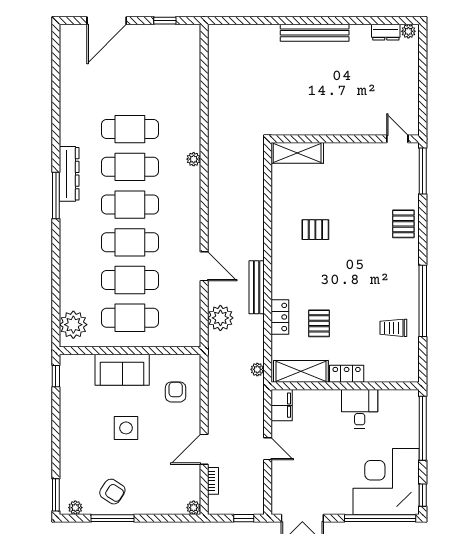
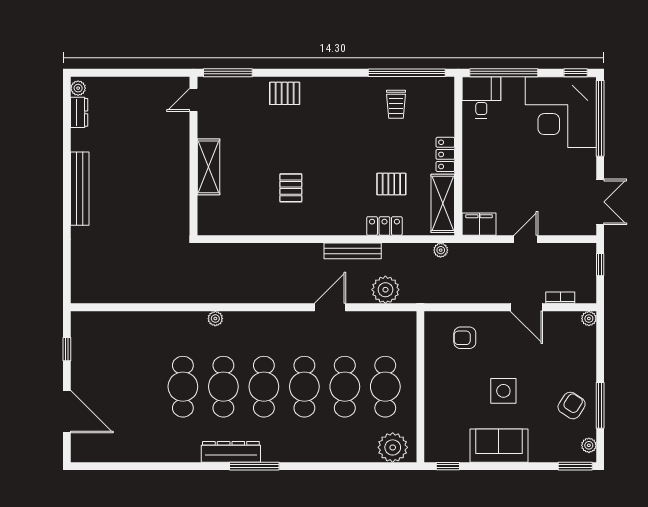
shelving: (297, 153) -> (208, 167), moved
window: (423, 301) -> (407, 73), moved
sofa: (122, 370) -> (499, 446), moved, turned -90
desk: (360, 409) -> (481, 97), moved, turned 90

